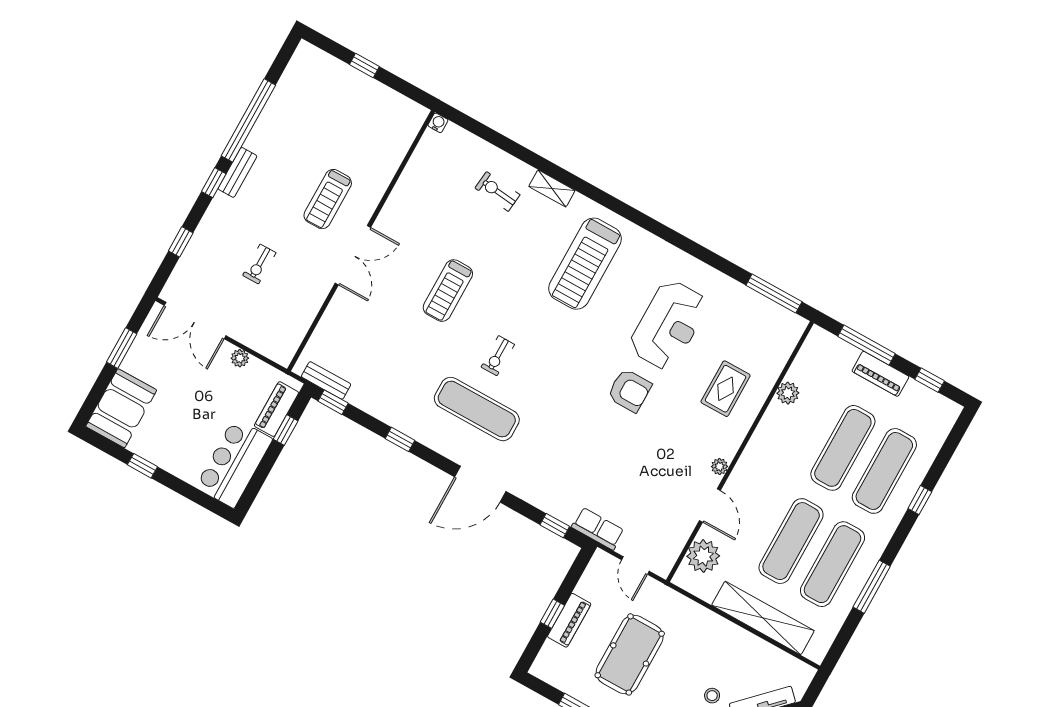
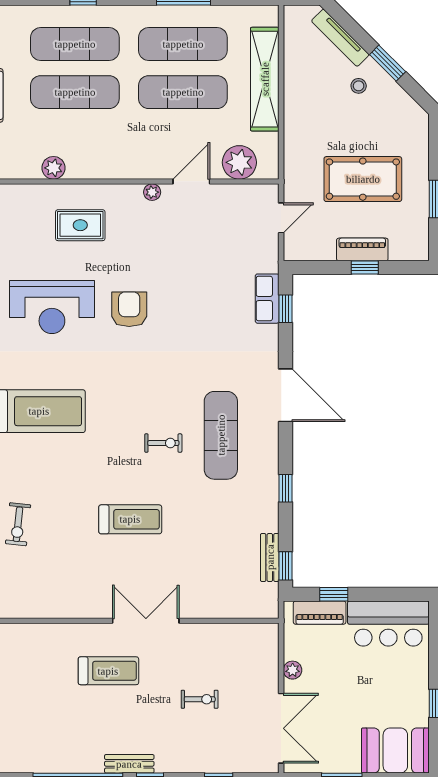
reception desk: (669, 325) -> (52, 307), turned 180
bench: (326, 380) -> (270, 557), moved
row of seats: (598, 529) -> (267, 299), moved

